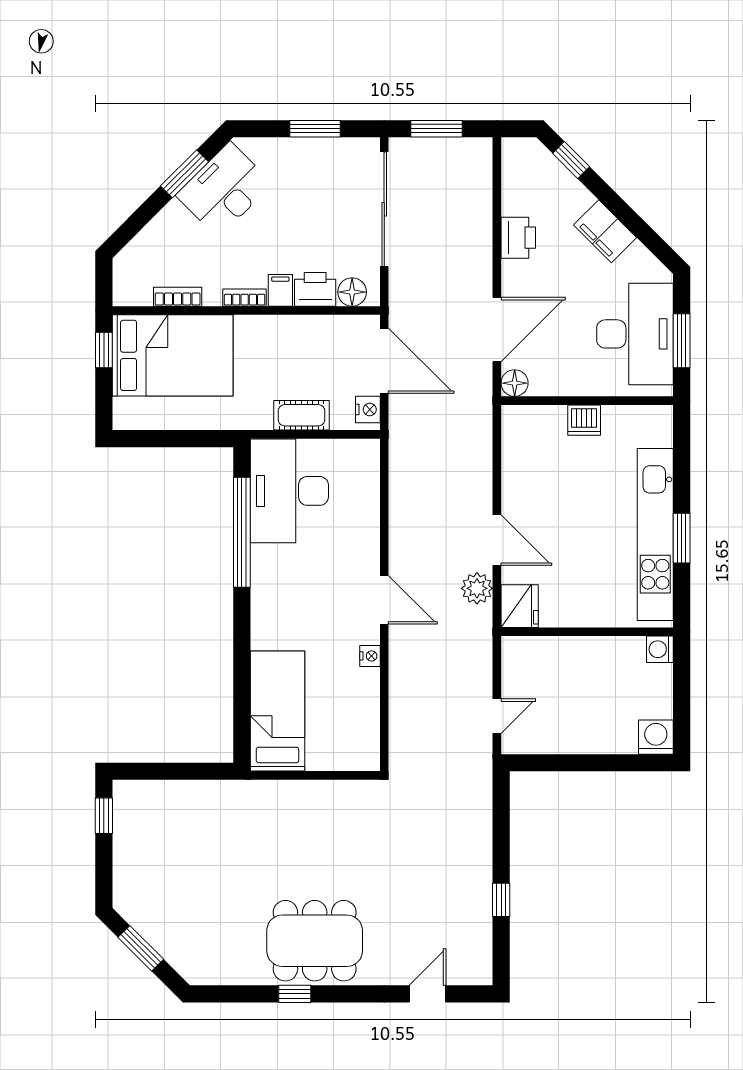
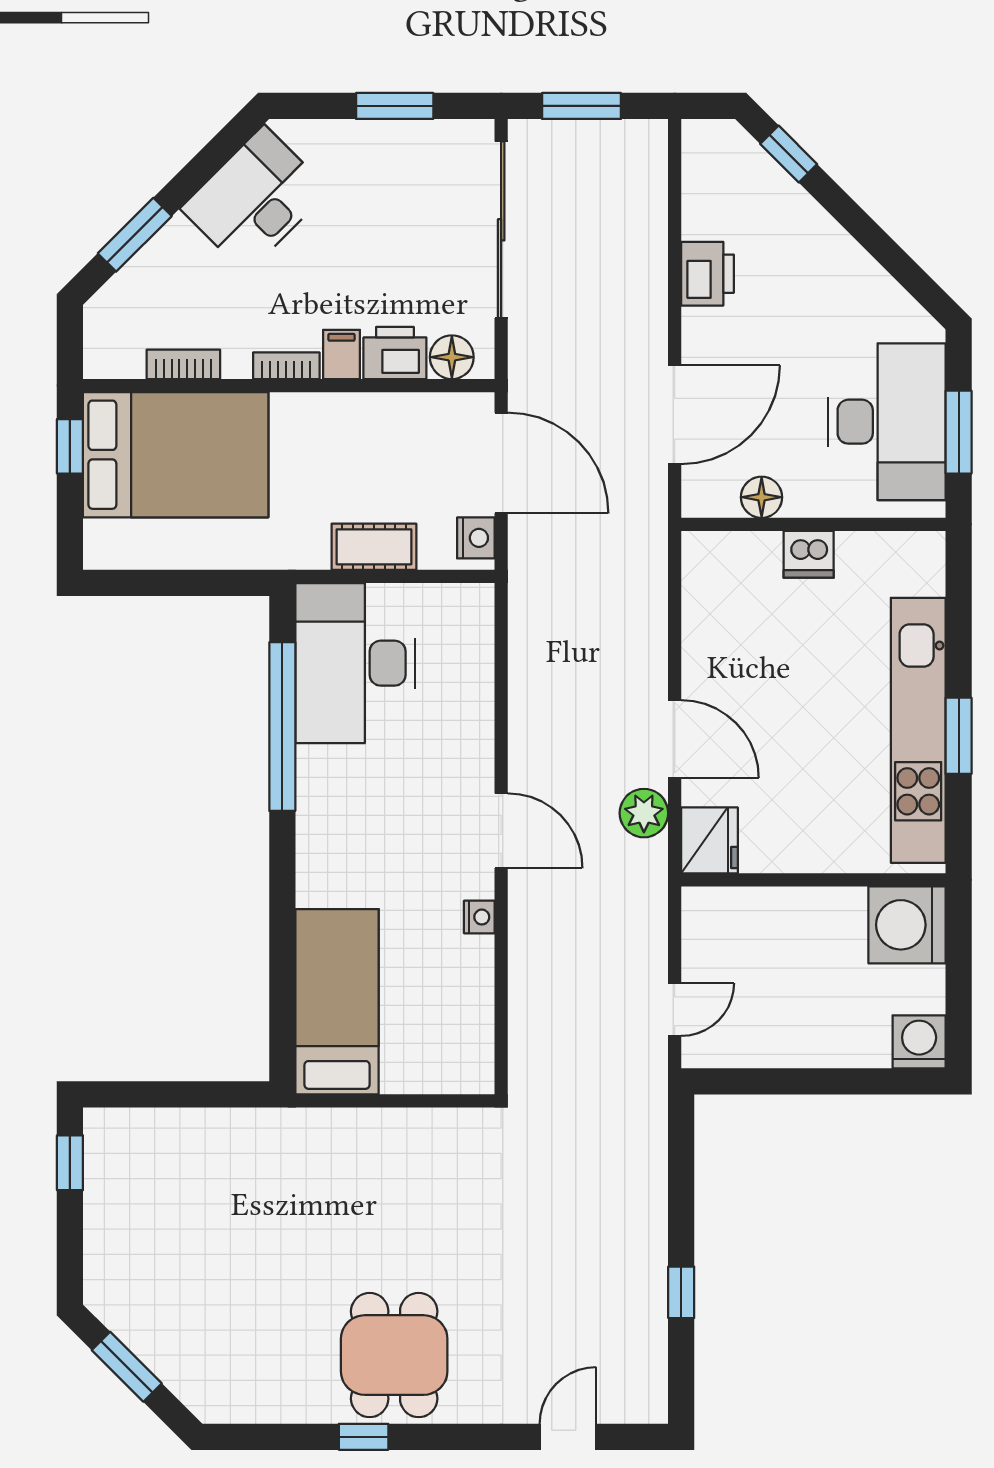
window: (185, 174) -> (135, 235), moved
filing cabinet: (605, 231) -> (841, 264), removed
floor lamp: (515, 383) -> (762, 497), moved
washing machine: (660, 649) -> (907, 925), width x1.89, depth x1.89
dining table: (315, 941) -> (394, 1355), width x0.73

